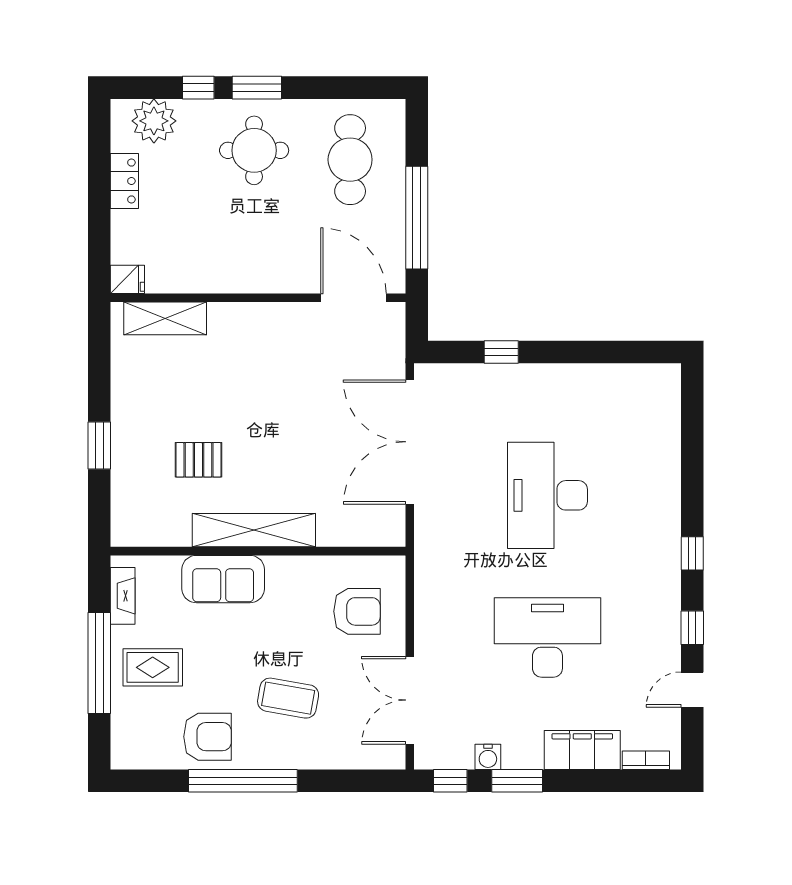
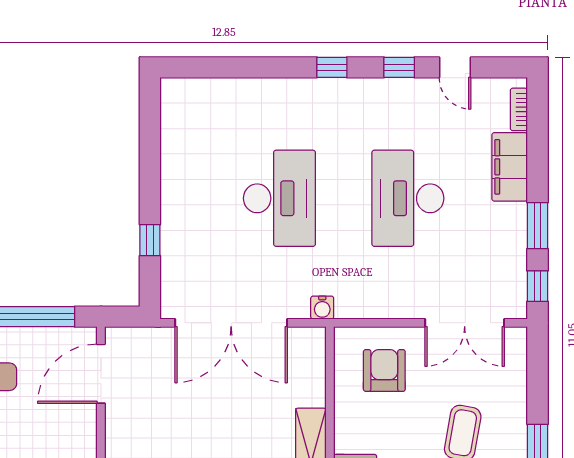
desk: (547, 495) -> (279, 198), turned -90
water cooler: (488, 757) -> (322, 308), moved, turned 90

